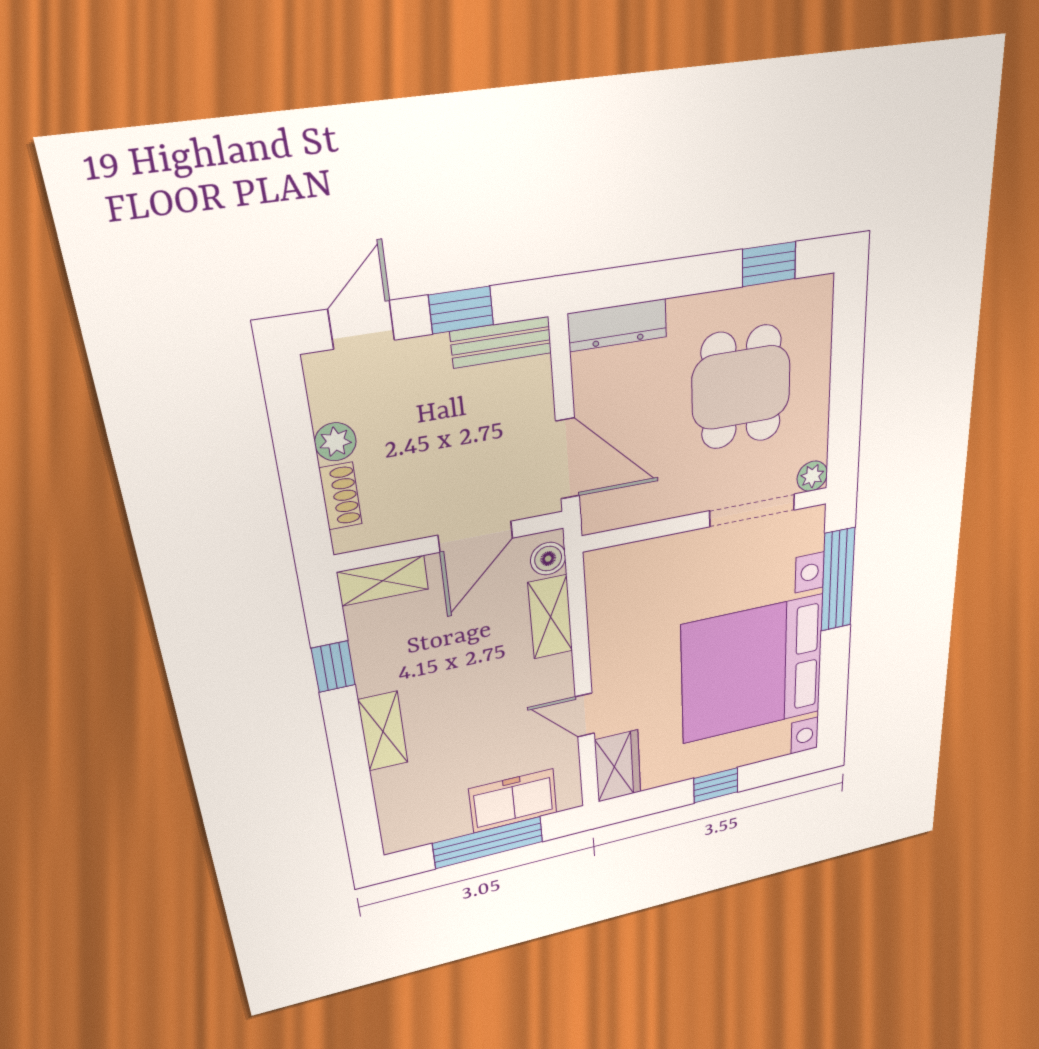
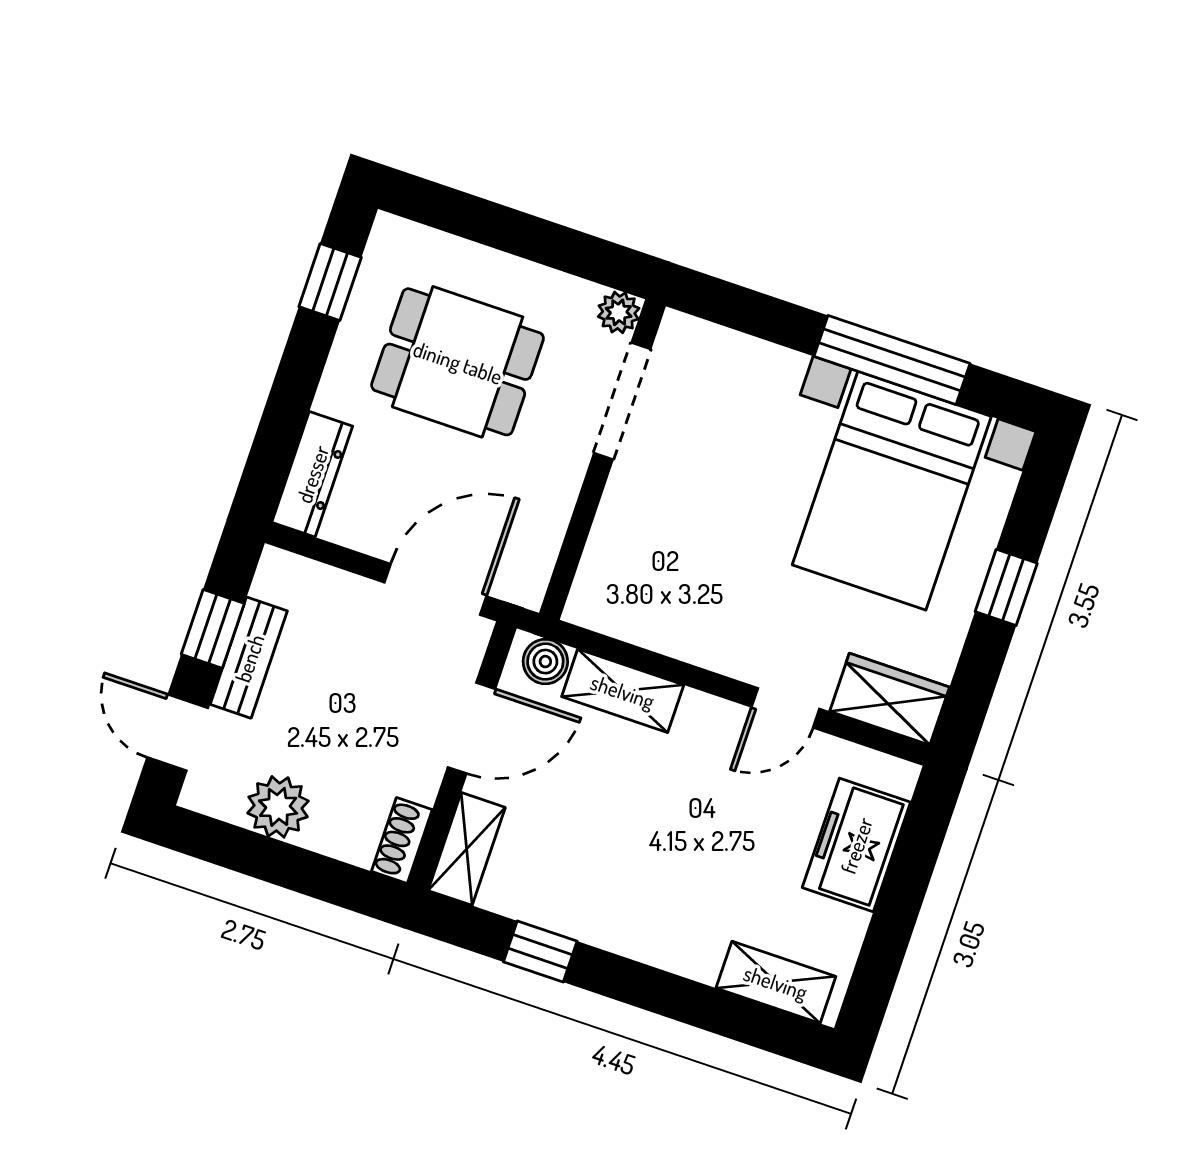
bench: (501, 342) -> (249, 658), moved
plant: (335, 442) -> (278, 807), width x1.38, depth x1.38
shoe rack: (341, 496) -> (402, 841), moved, turned -90
door: (475, 537) -> (471, 728), hinge flipped
window: (838, 580) -> (892, 360), moved
bed with nightstands: (752, 669) -> (892, 491), width x0.73
shelving: (383, 731) -> (776, 982), moved
window: (488, 842) -> (900, 902), removed

